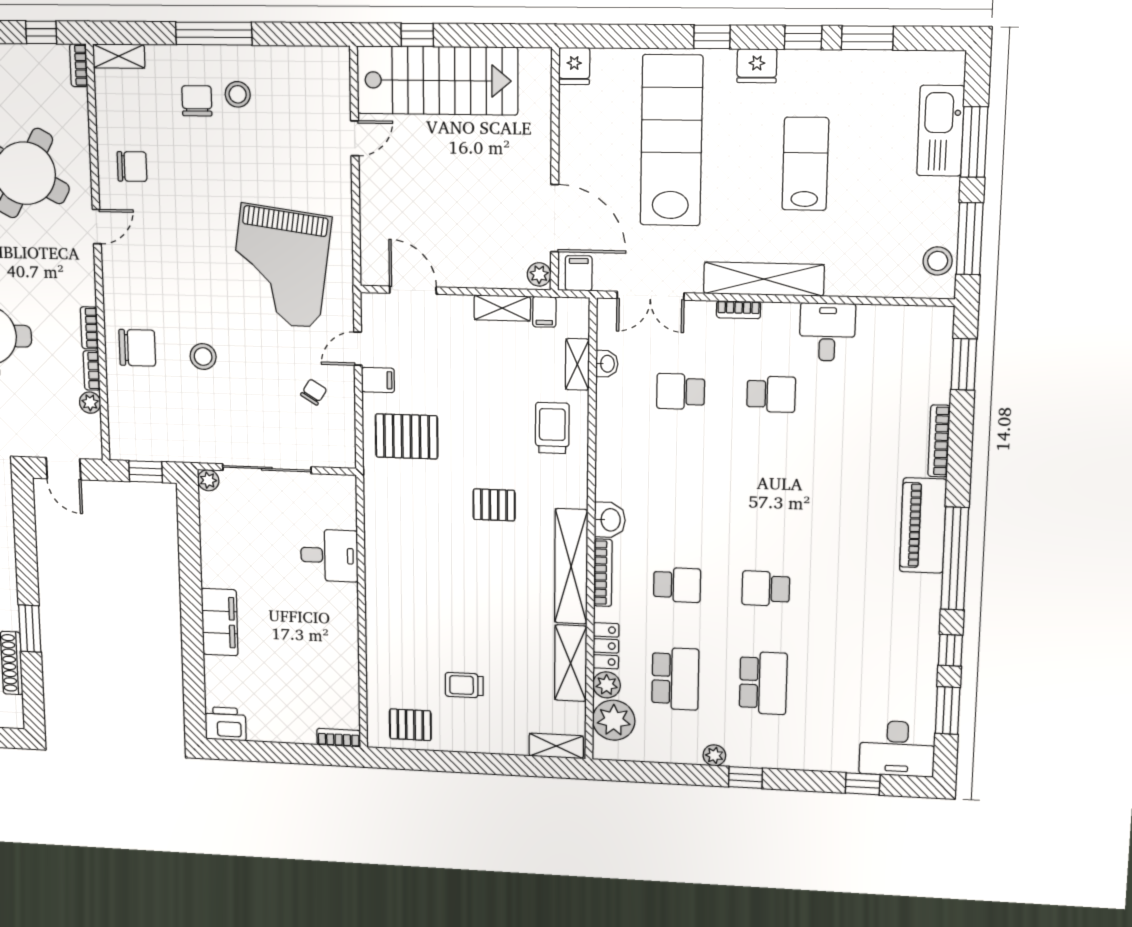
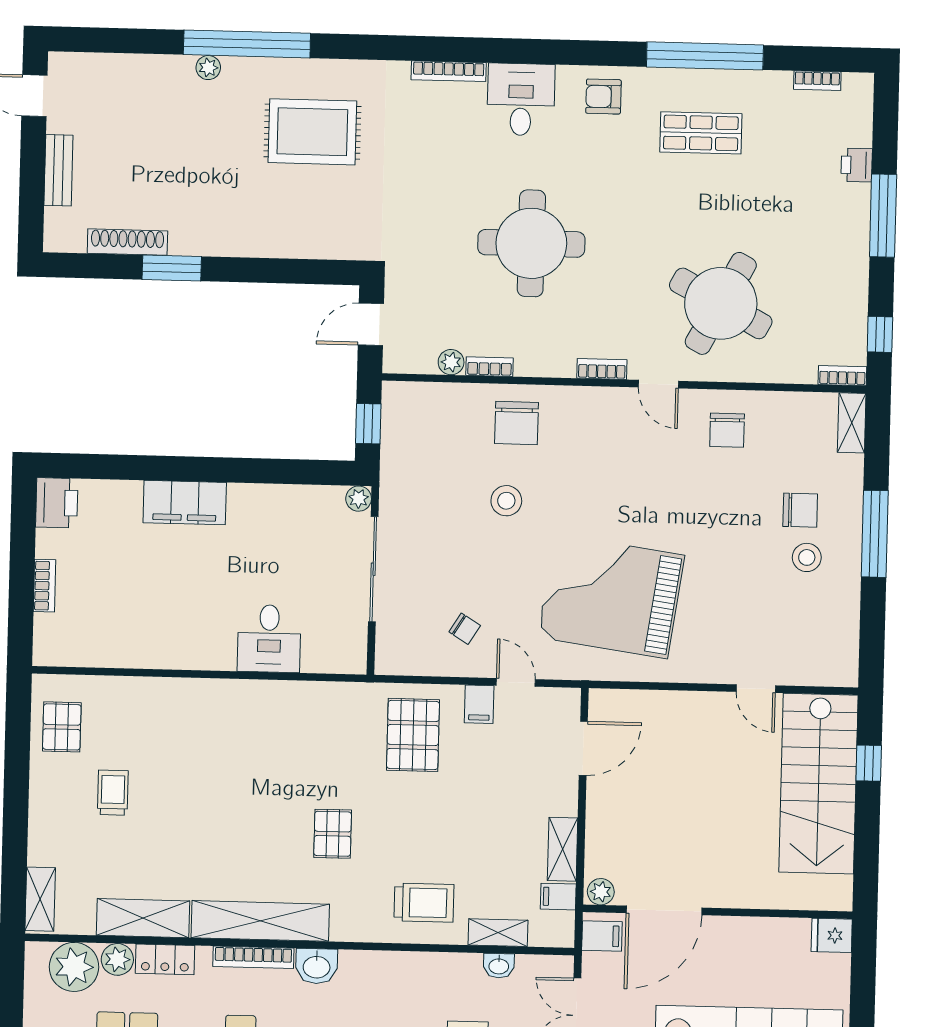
bookcase: (89, 328) -> (602, 369), moved
bookcase: (339, 738) -> (45, 586), moved

